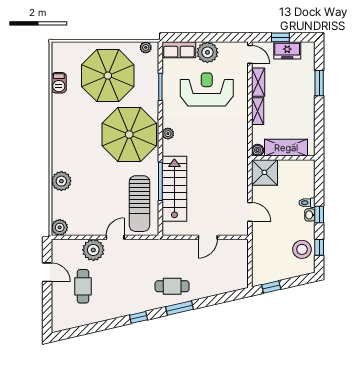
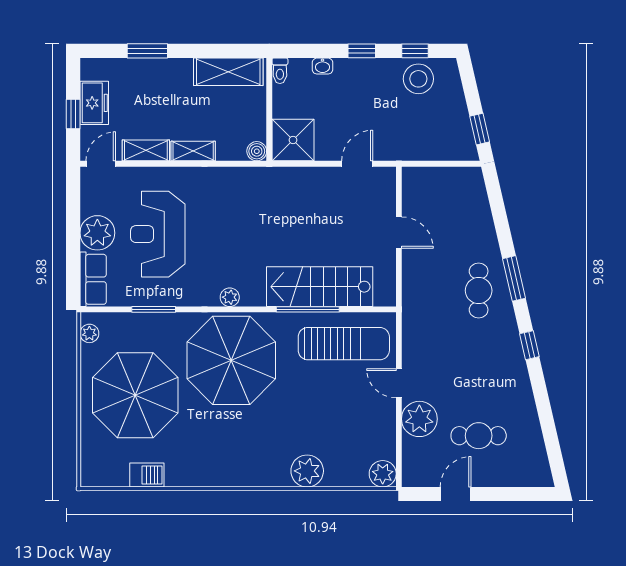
shelving: (286, 148) -> (228, 72), moved, turned 90
toilet: (307, 203) -> (280, 71), moved
washbasin: (310, 215) -> (322, 66), moved

